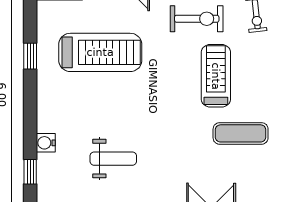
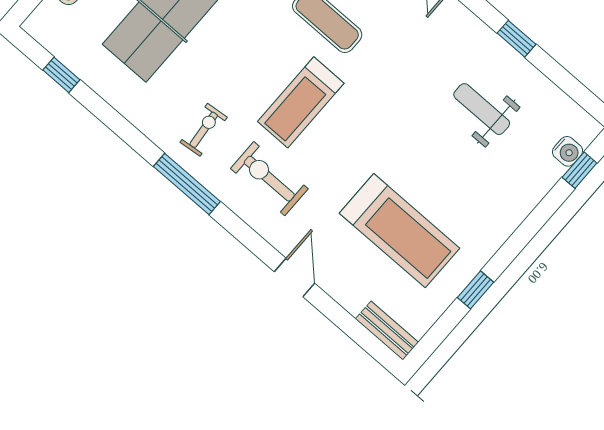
treadmill: (100, 52) -> (399, 231), turned 180
water cooler: (46, 143) -> (568, 151), moved

